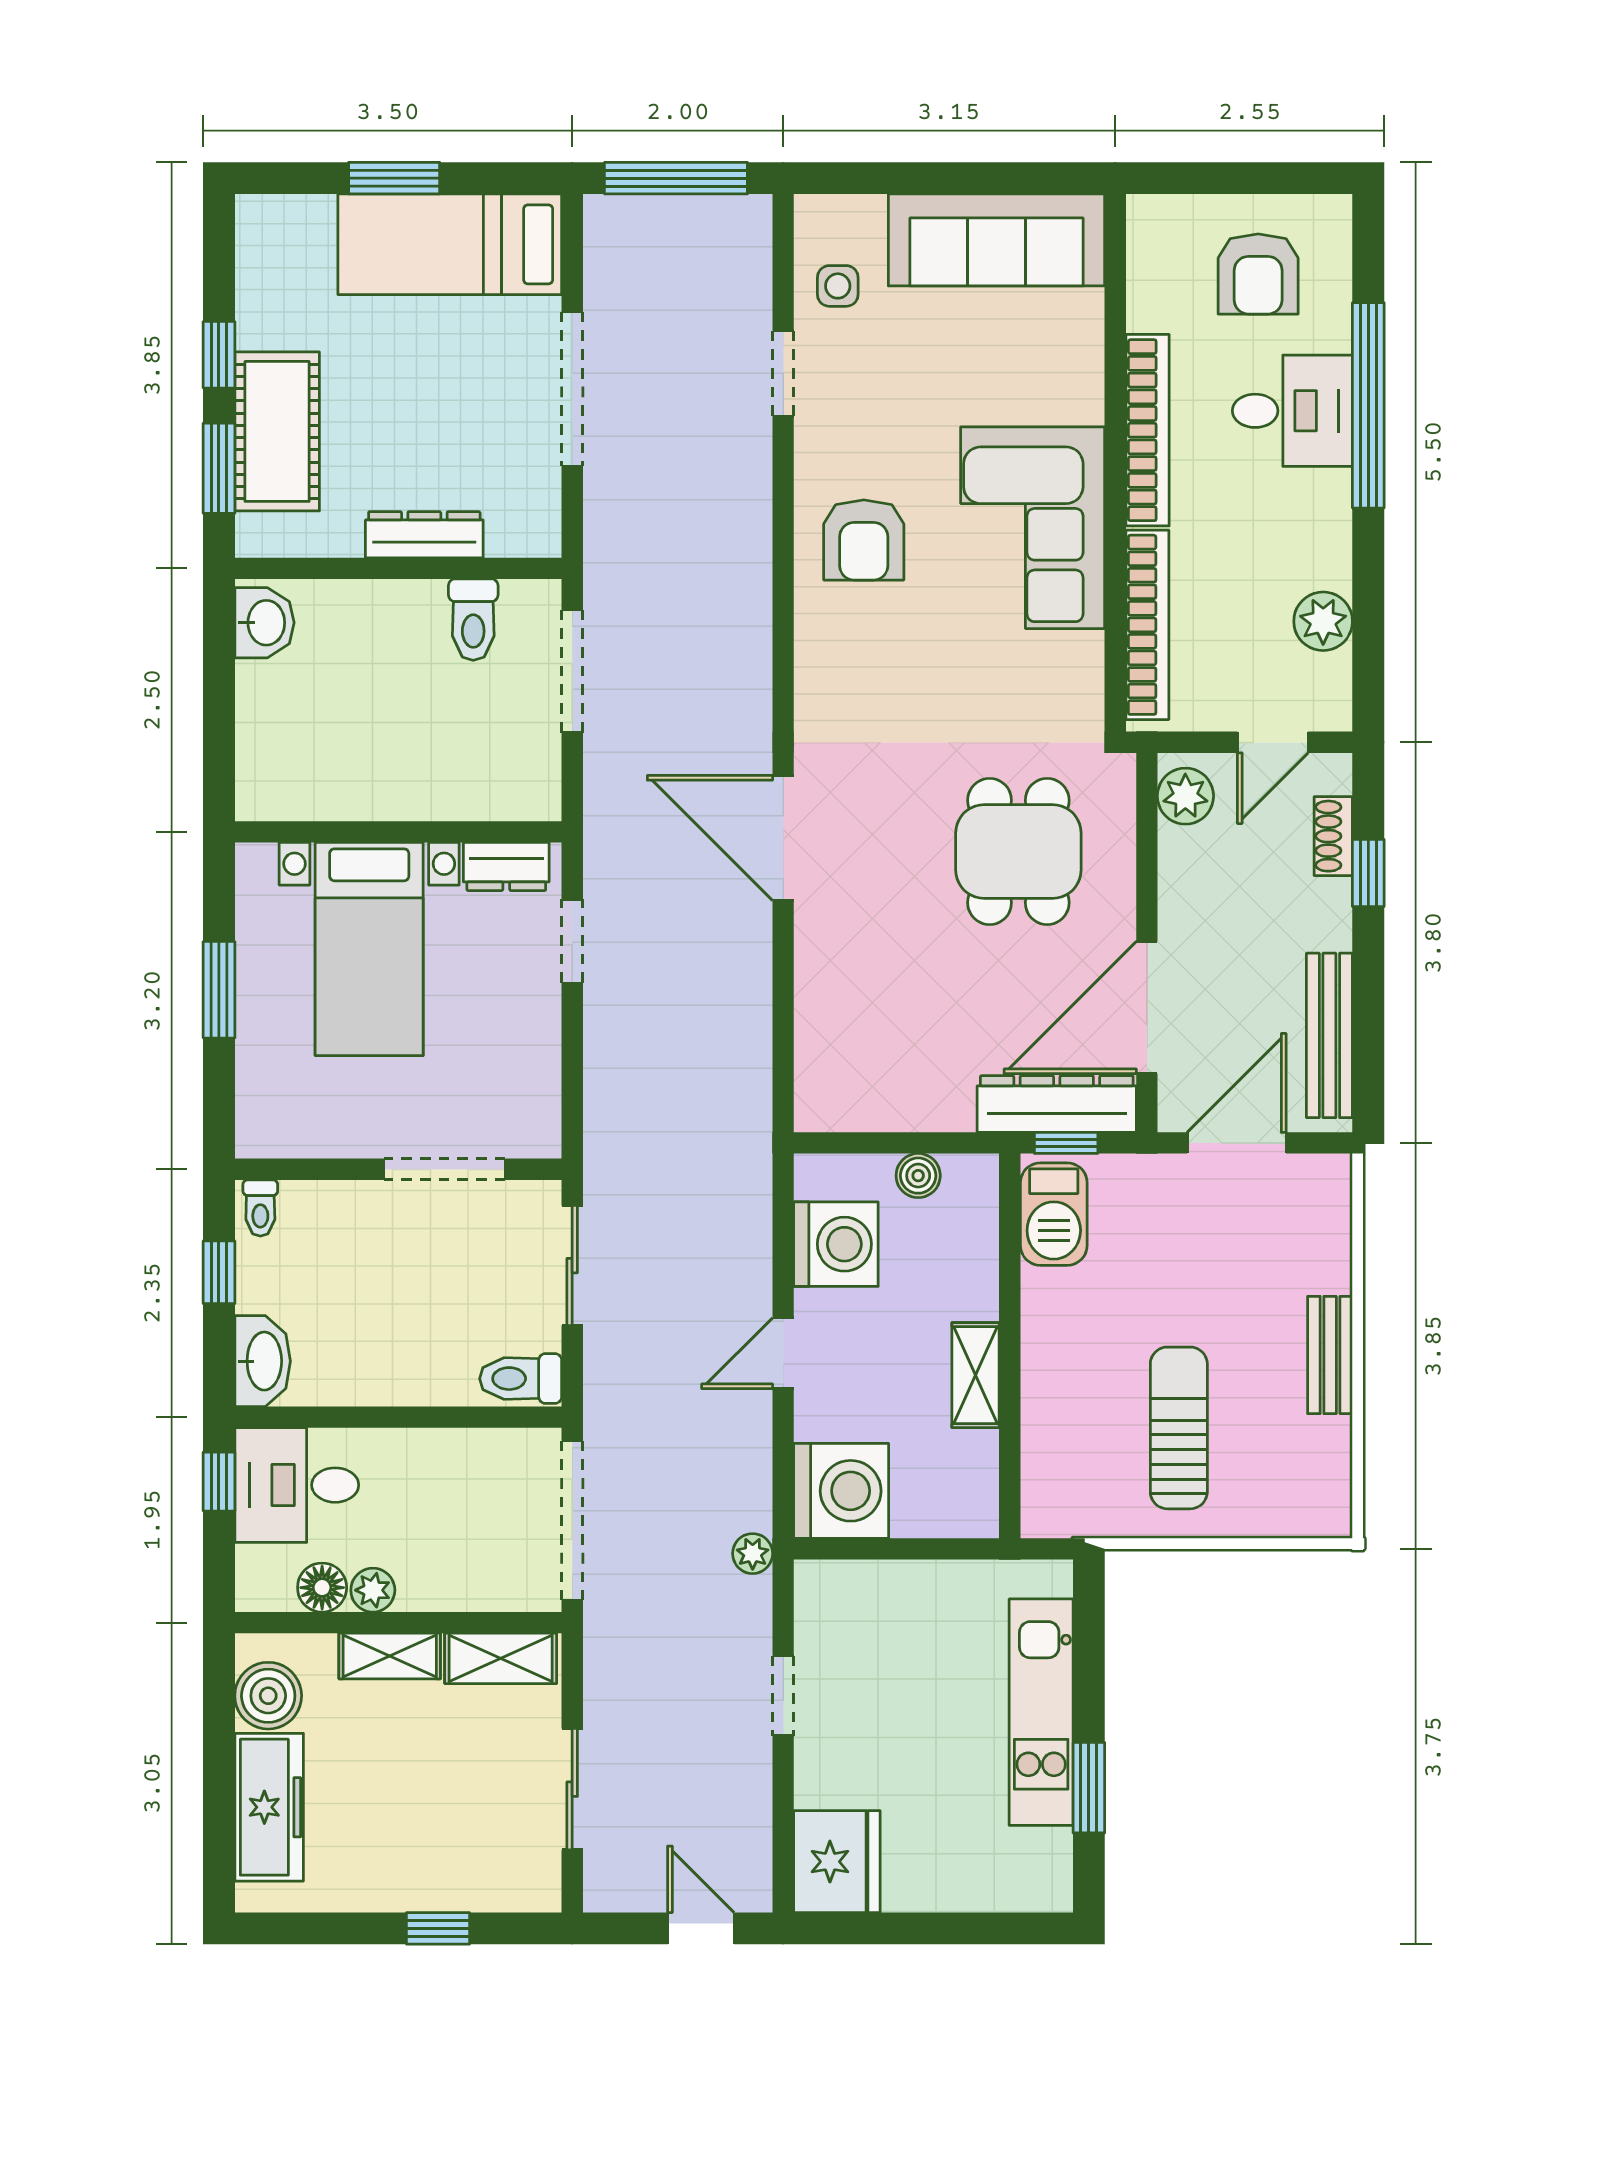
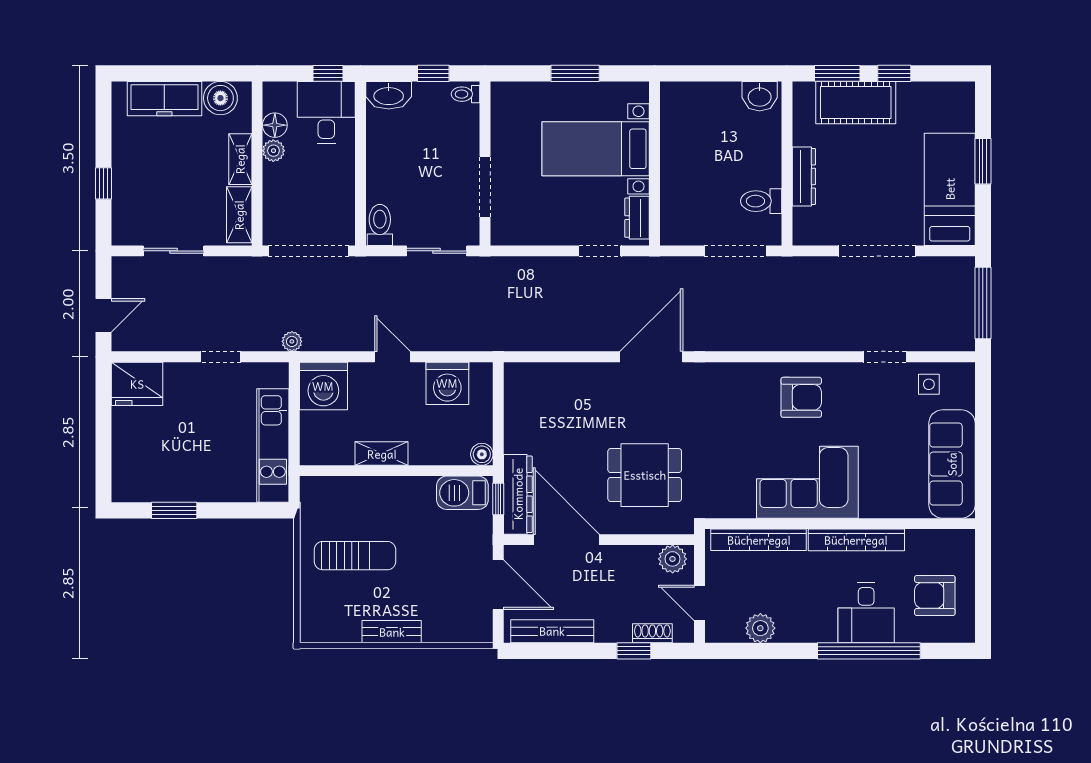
armchair: (864, 540) -> (801, 397), turned 180
boiler: (918, 1176) -> (482, 454), moved
kitchen unit: (1041, 1712) -> (273, 446), moved, turned -90

